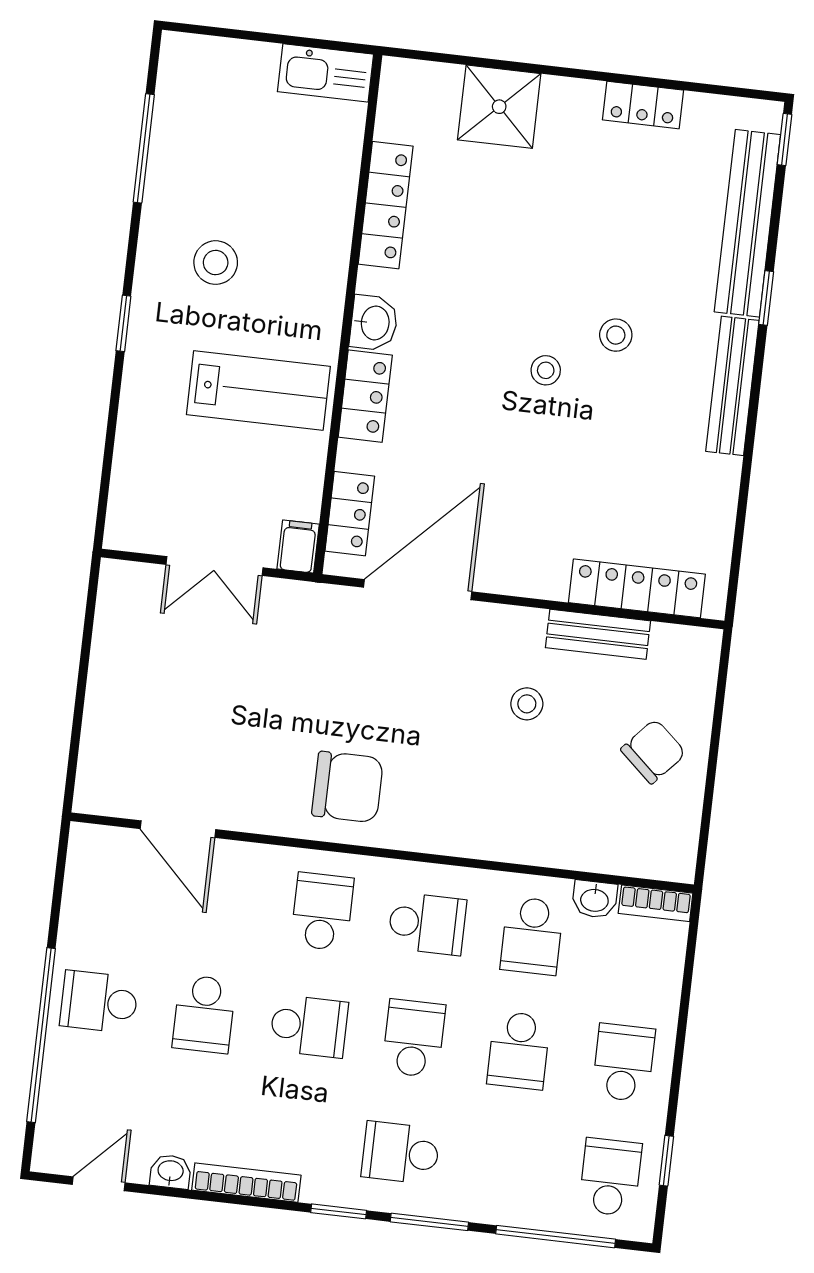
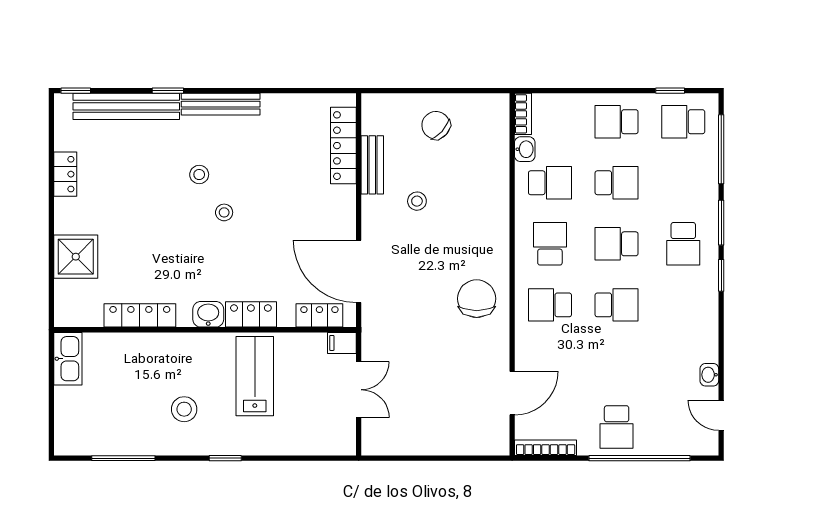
school desk: (204, 1014) -> (617, 366), removed
school desk: (309, 1026) -> (617, 305), turned 90
bookcase: (246, 1183) -> (546, 448), moved, turned 90

